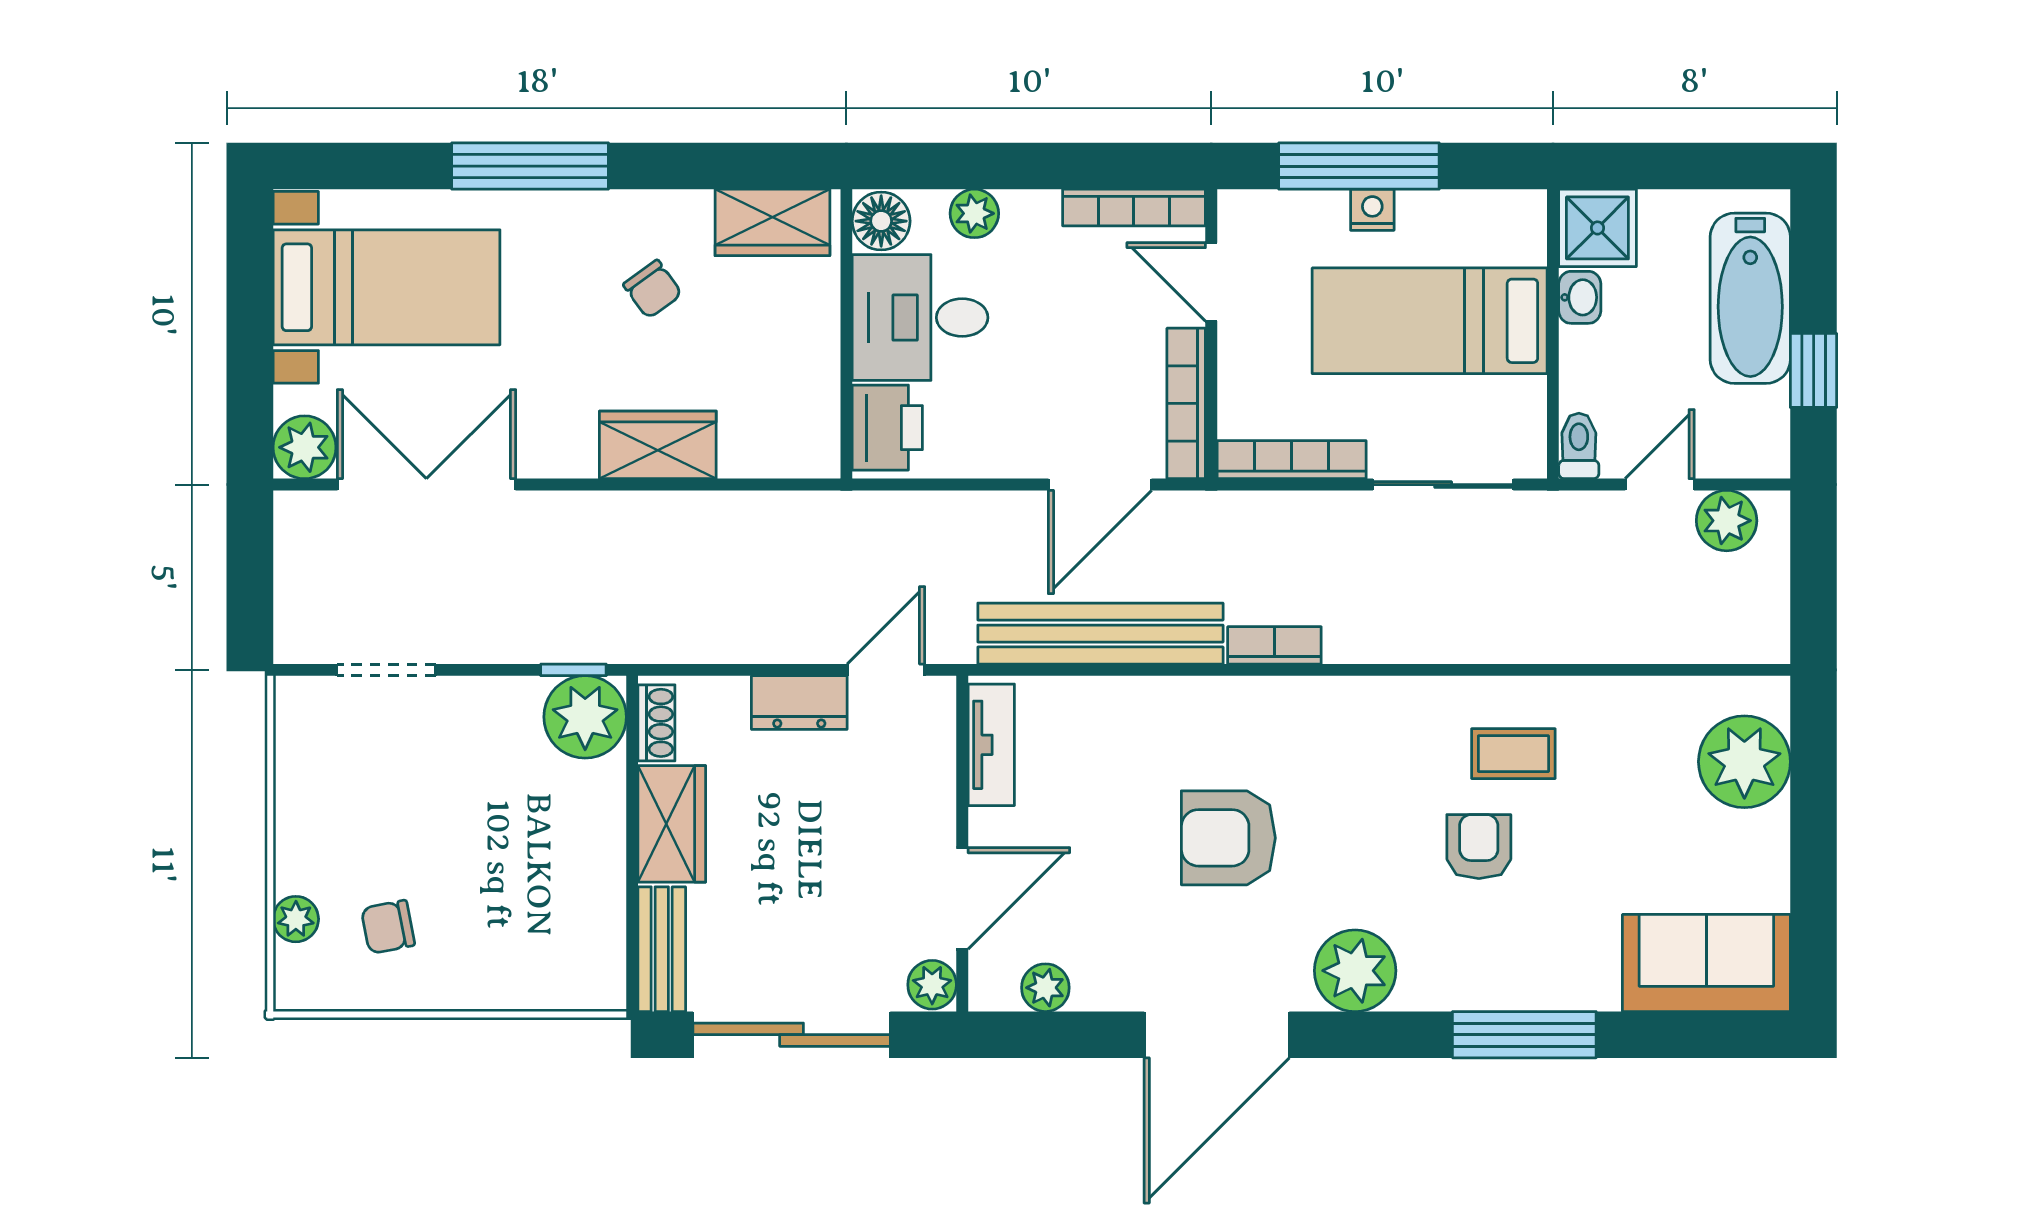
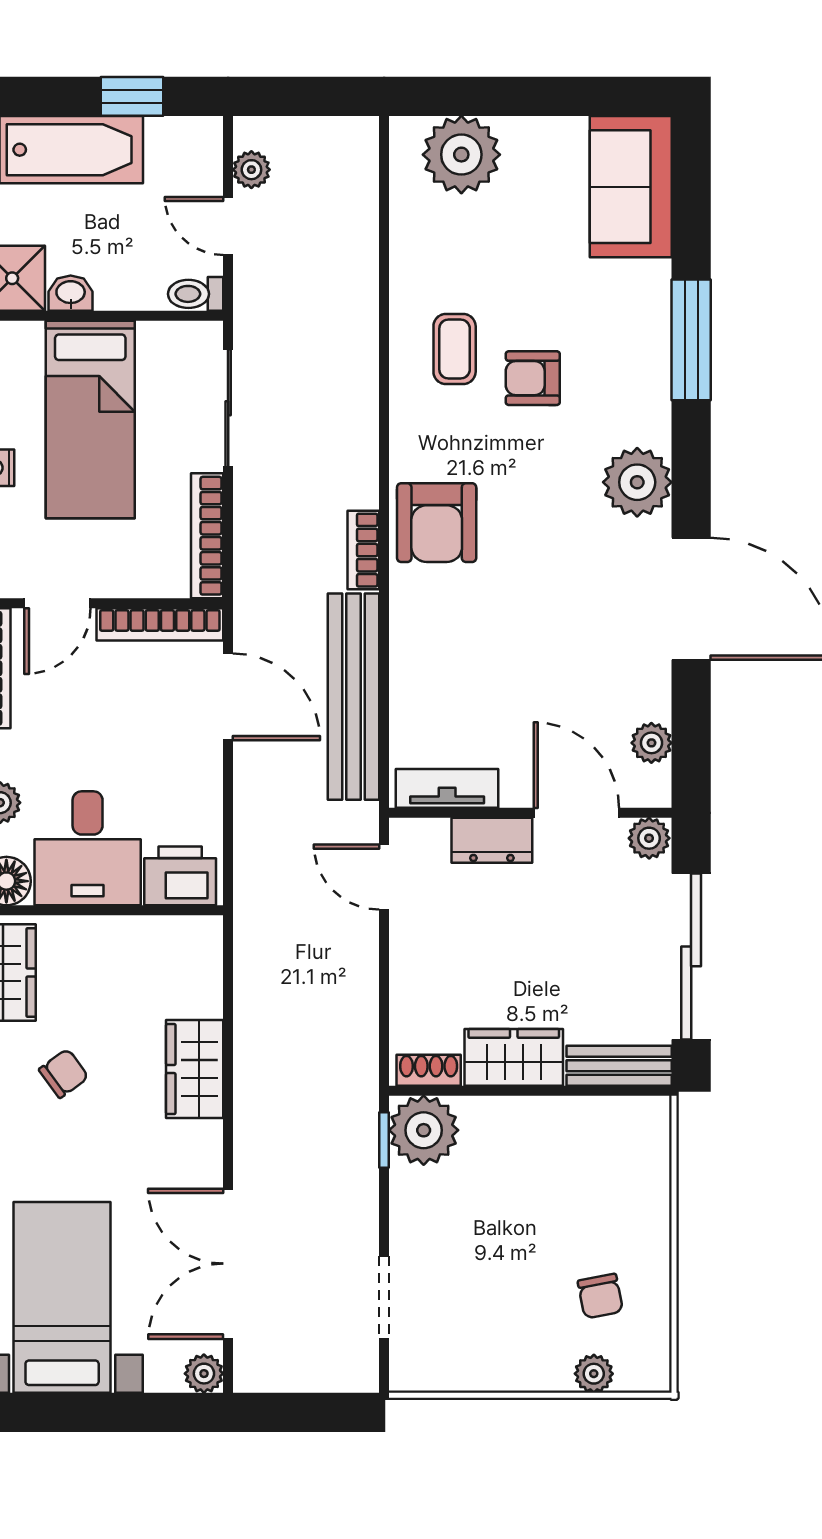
plant: (305, 447) -> (204, 1374), width x0.73, depth x0.73
plant: (1727, 521) -> (251, 170), width x0.73, depth x0.73
dresser: (799, 703) -> (492, 840), moved, turned 90
armchair: (1228, 838) -> (437, 523), moved

